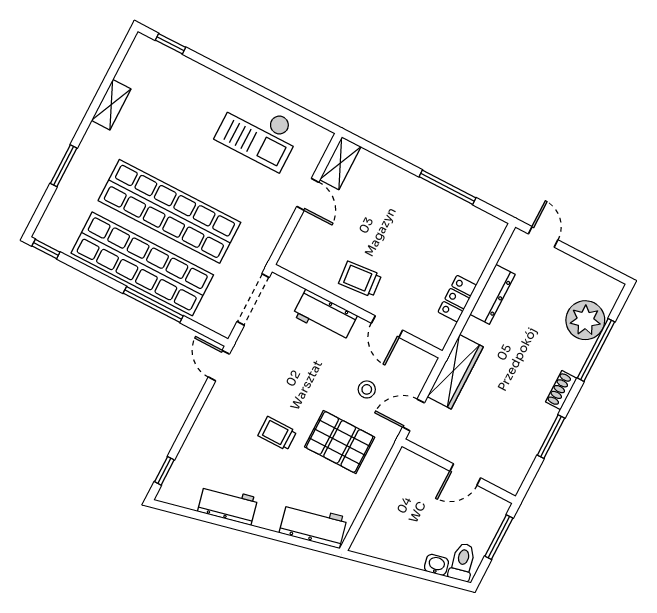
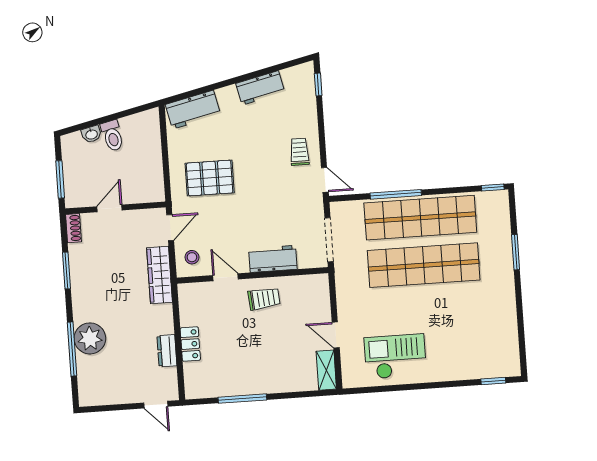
shelving: (111, 105) -> (509, 314), removed
dresser: (493, 294) -> (167, 351), width x0.70
locker: (457, 299) -> (190, 344), moved
plant: (585, 320) -> (90, 338), moved
stool: (367, 389) -> (192, 257), moved
shoe rack: (561, 390) -> (73, 228), moved
trolley: (277, 434) -> (299, 152), moved, turned -90
toilet: (462, 562) -> (112, 136), moved

